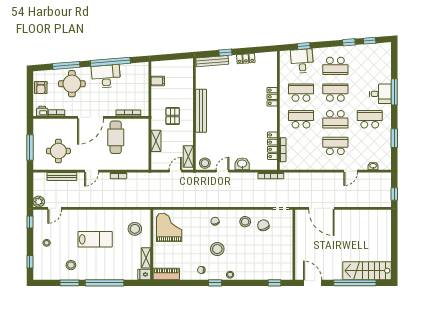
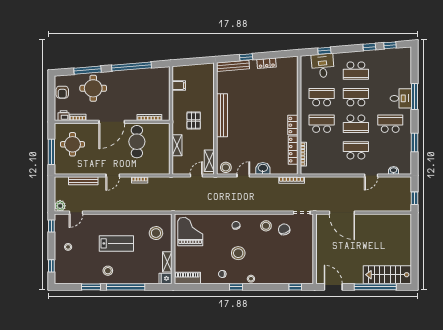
desk: (106, 76) -> (127, 81), removed
locker: (272, 97) -> (293, 125), moved
round table: (58, 151) -> (73, 144), moved
stool: (71, 265) -> (108, 271), moved

